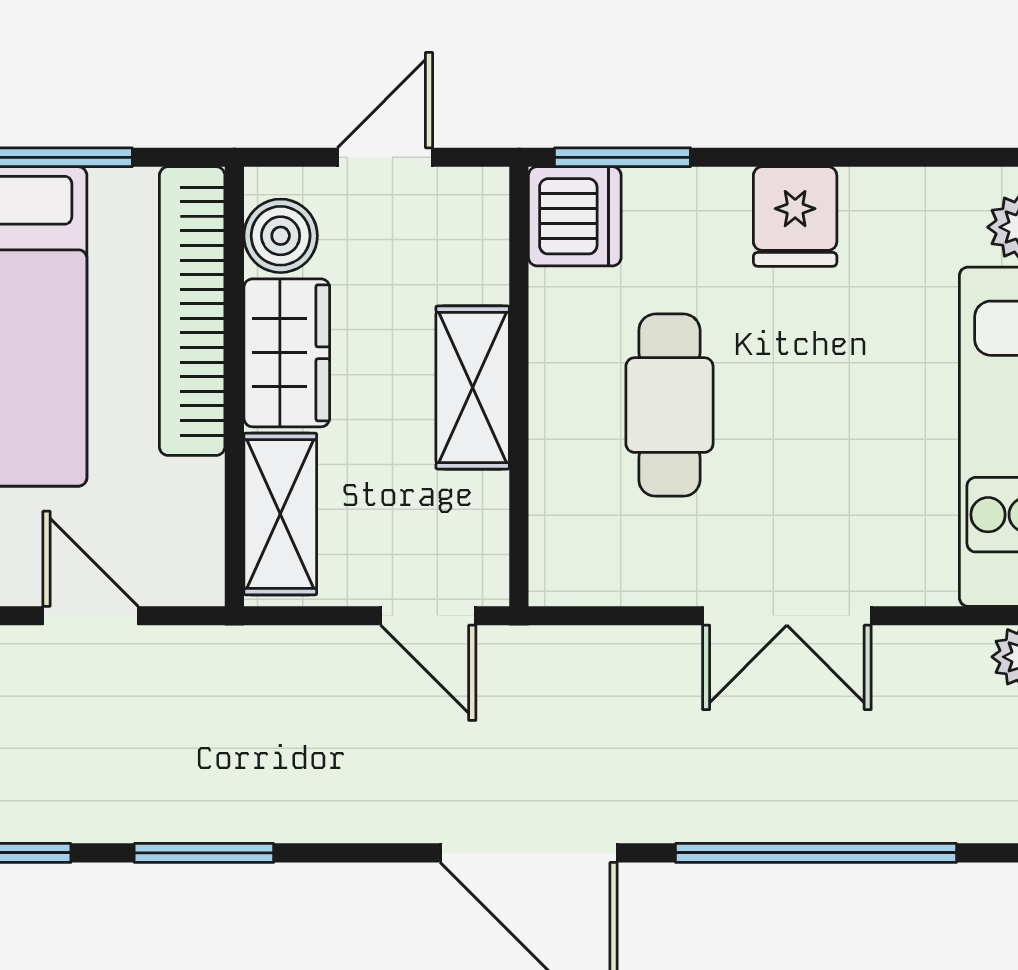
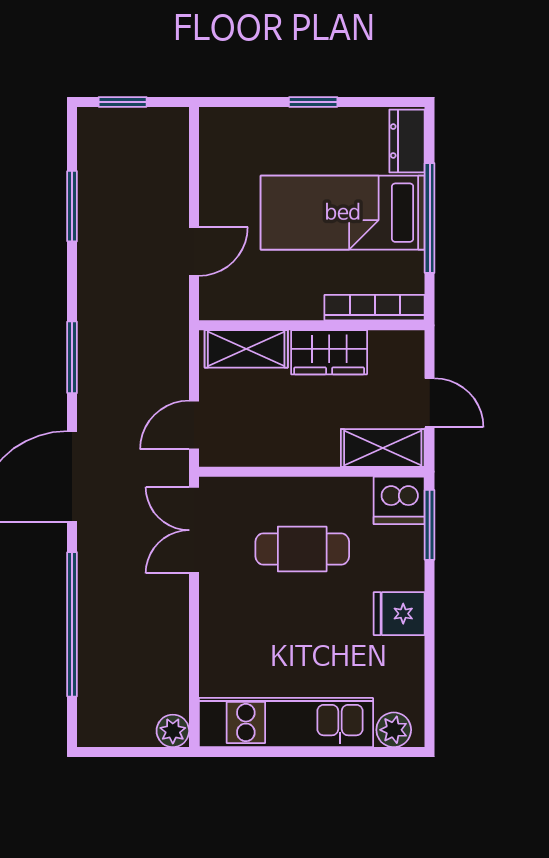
boiler: (281, 236) -> (389, 349), removed
bookcase: (192, 311) -> (375, 308), width x0.68, depth x0.76
shelving: (473, 387) -> (383, 448), moved
double door: (787, 616) -> (194, 530), moved
window: (204, 853) -> (72, 357), moved

